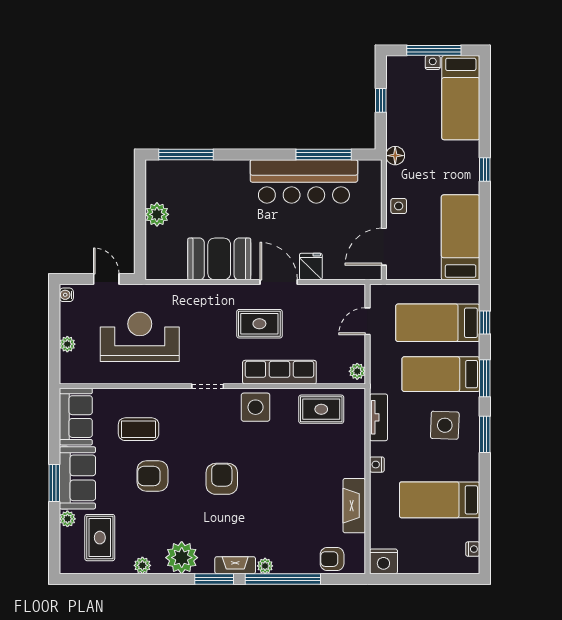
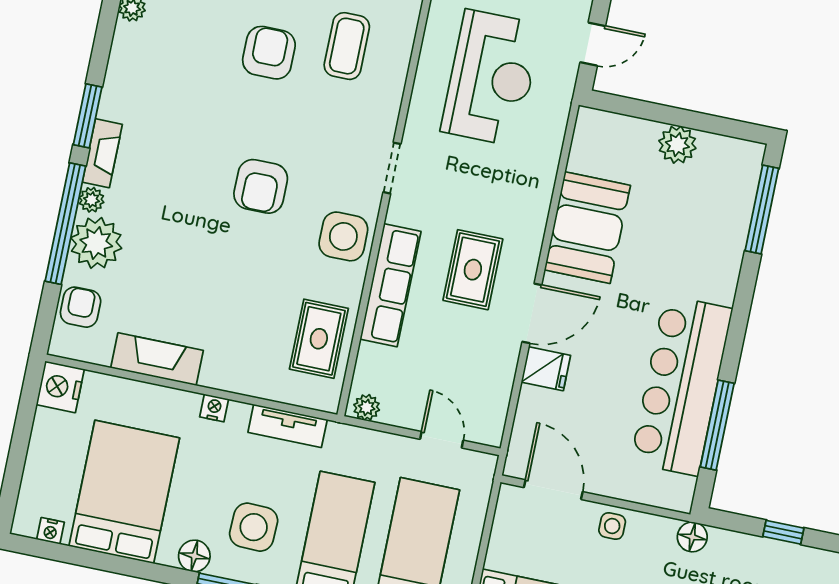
floor lamp: (470, 458) -> (194, 556), added
armchair: (222, 479) -> (261, 186), moved, turned 90
bed: (440, 500) -> (124, 492), width x1.50
plant: (182, 558) -> (96, 243), moved

